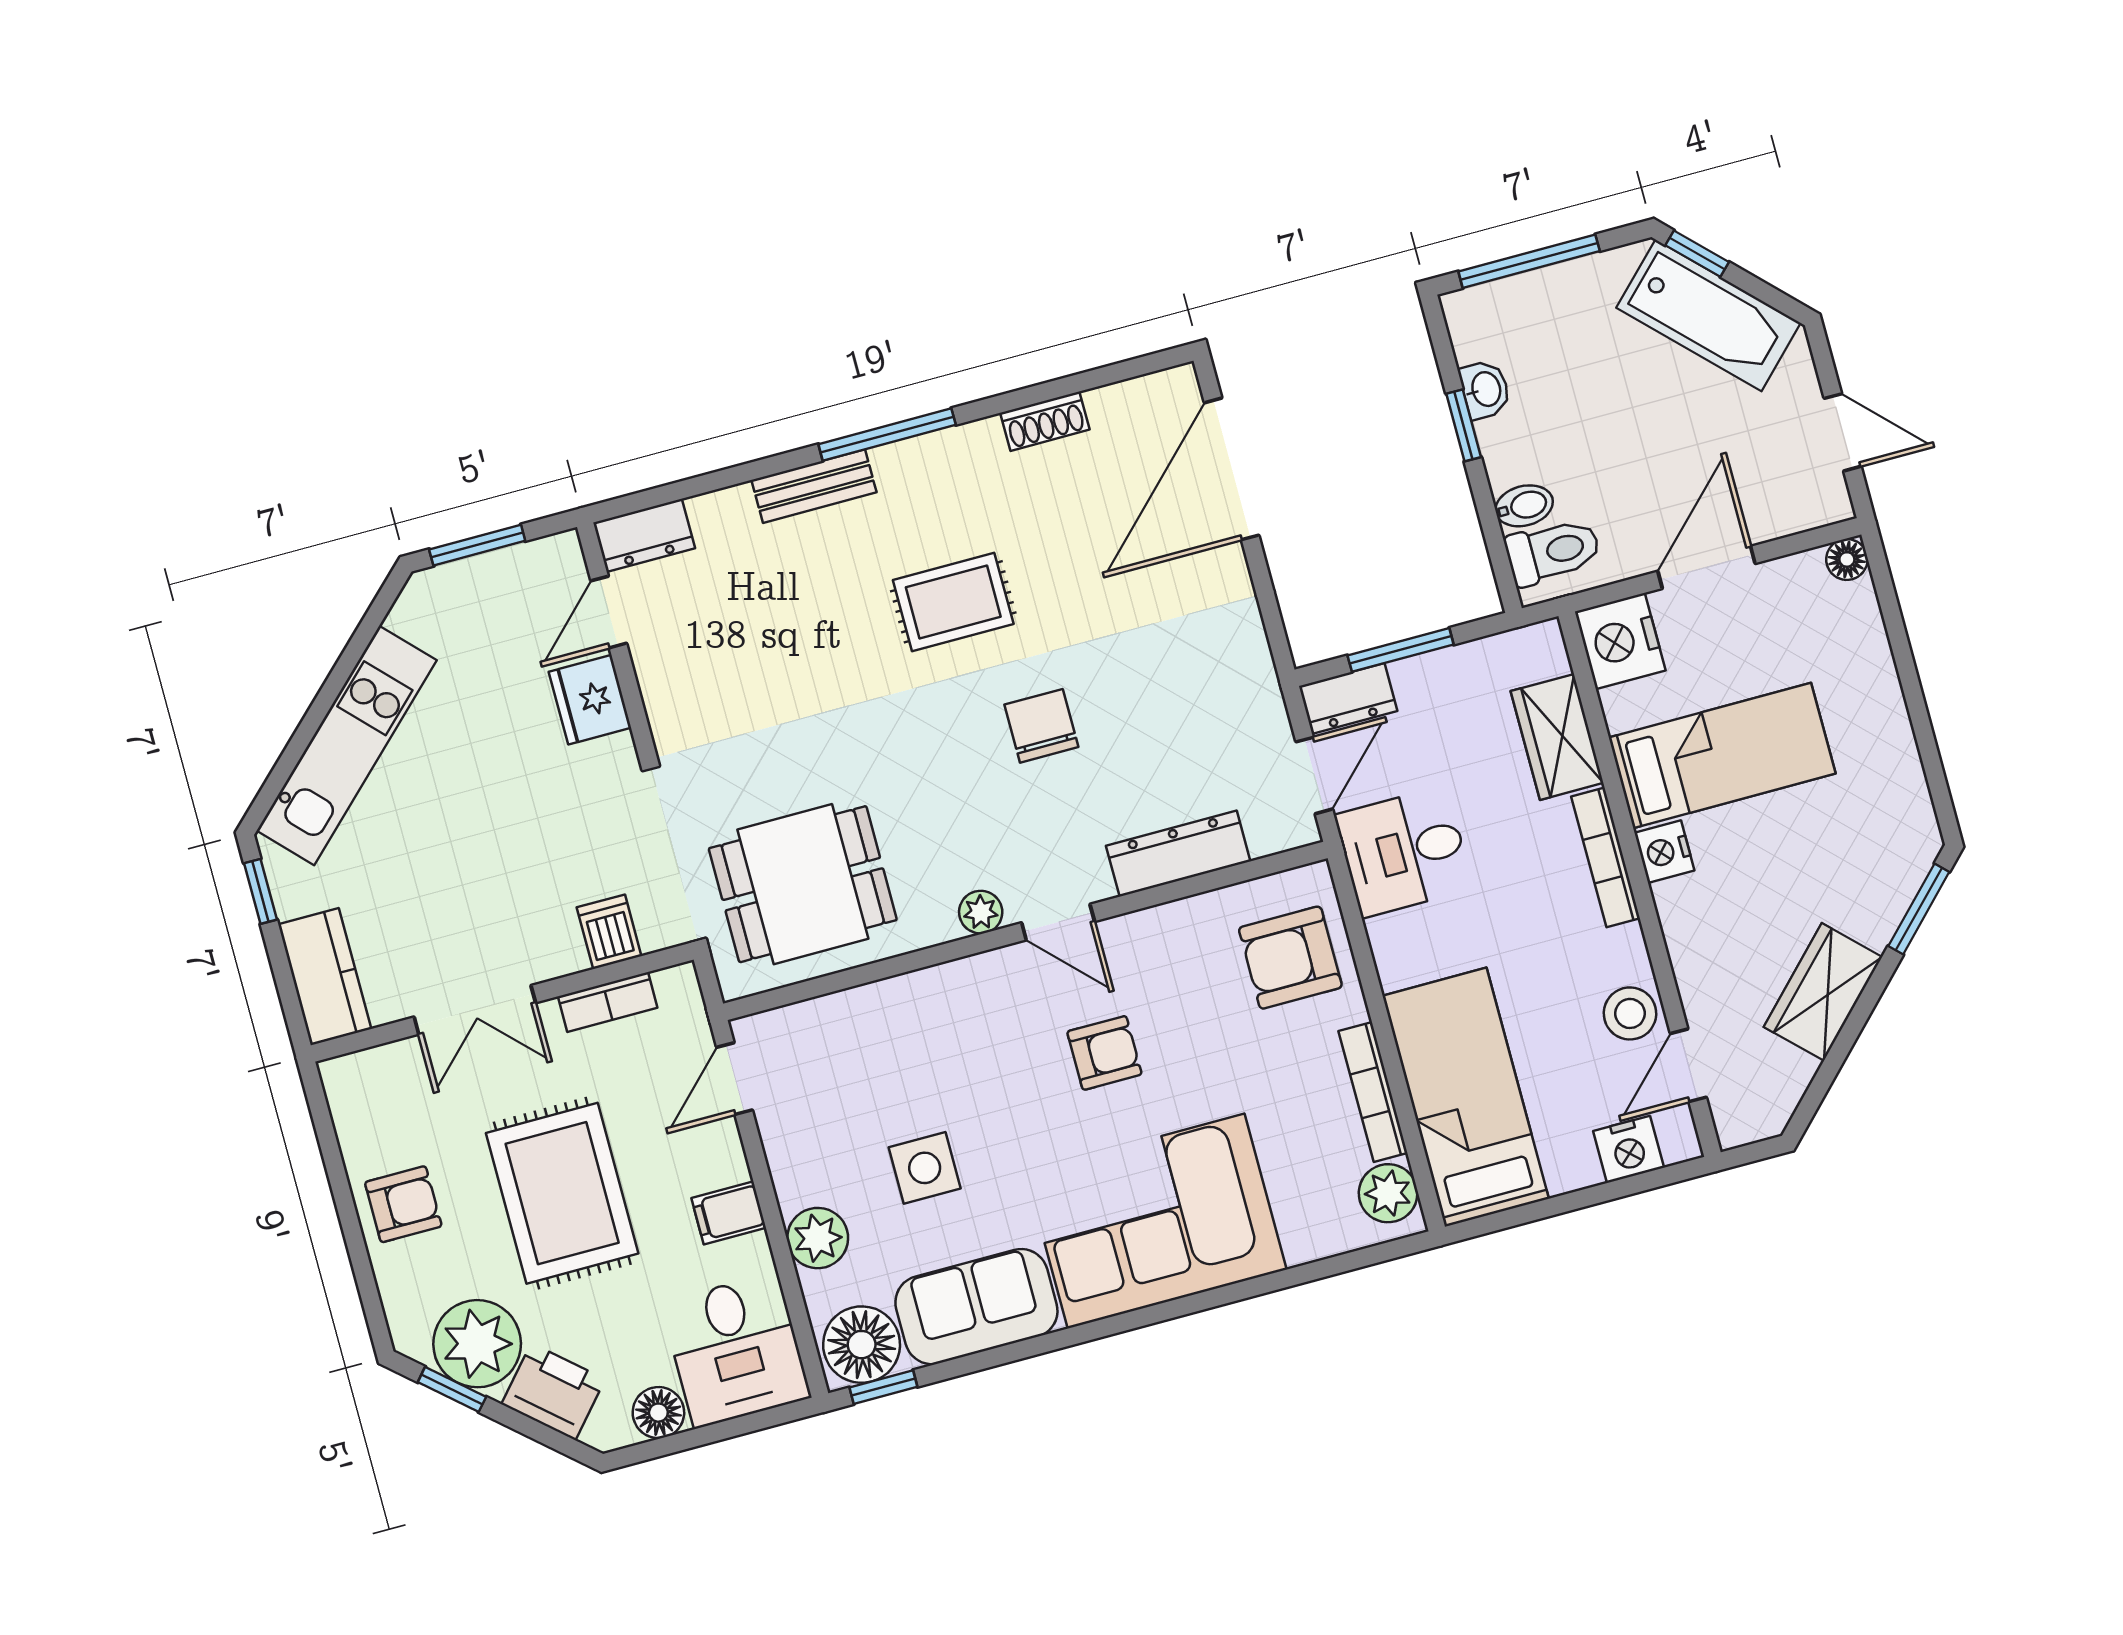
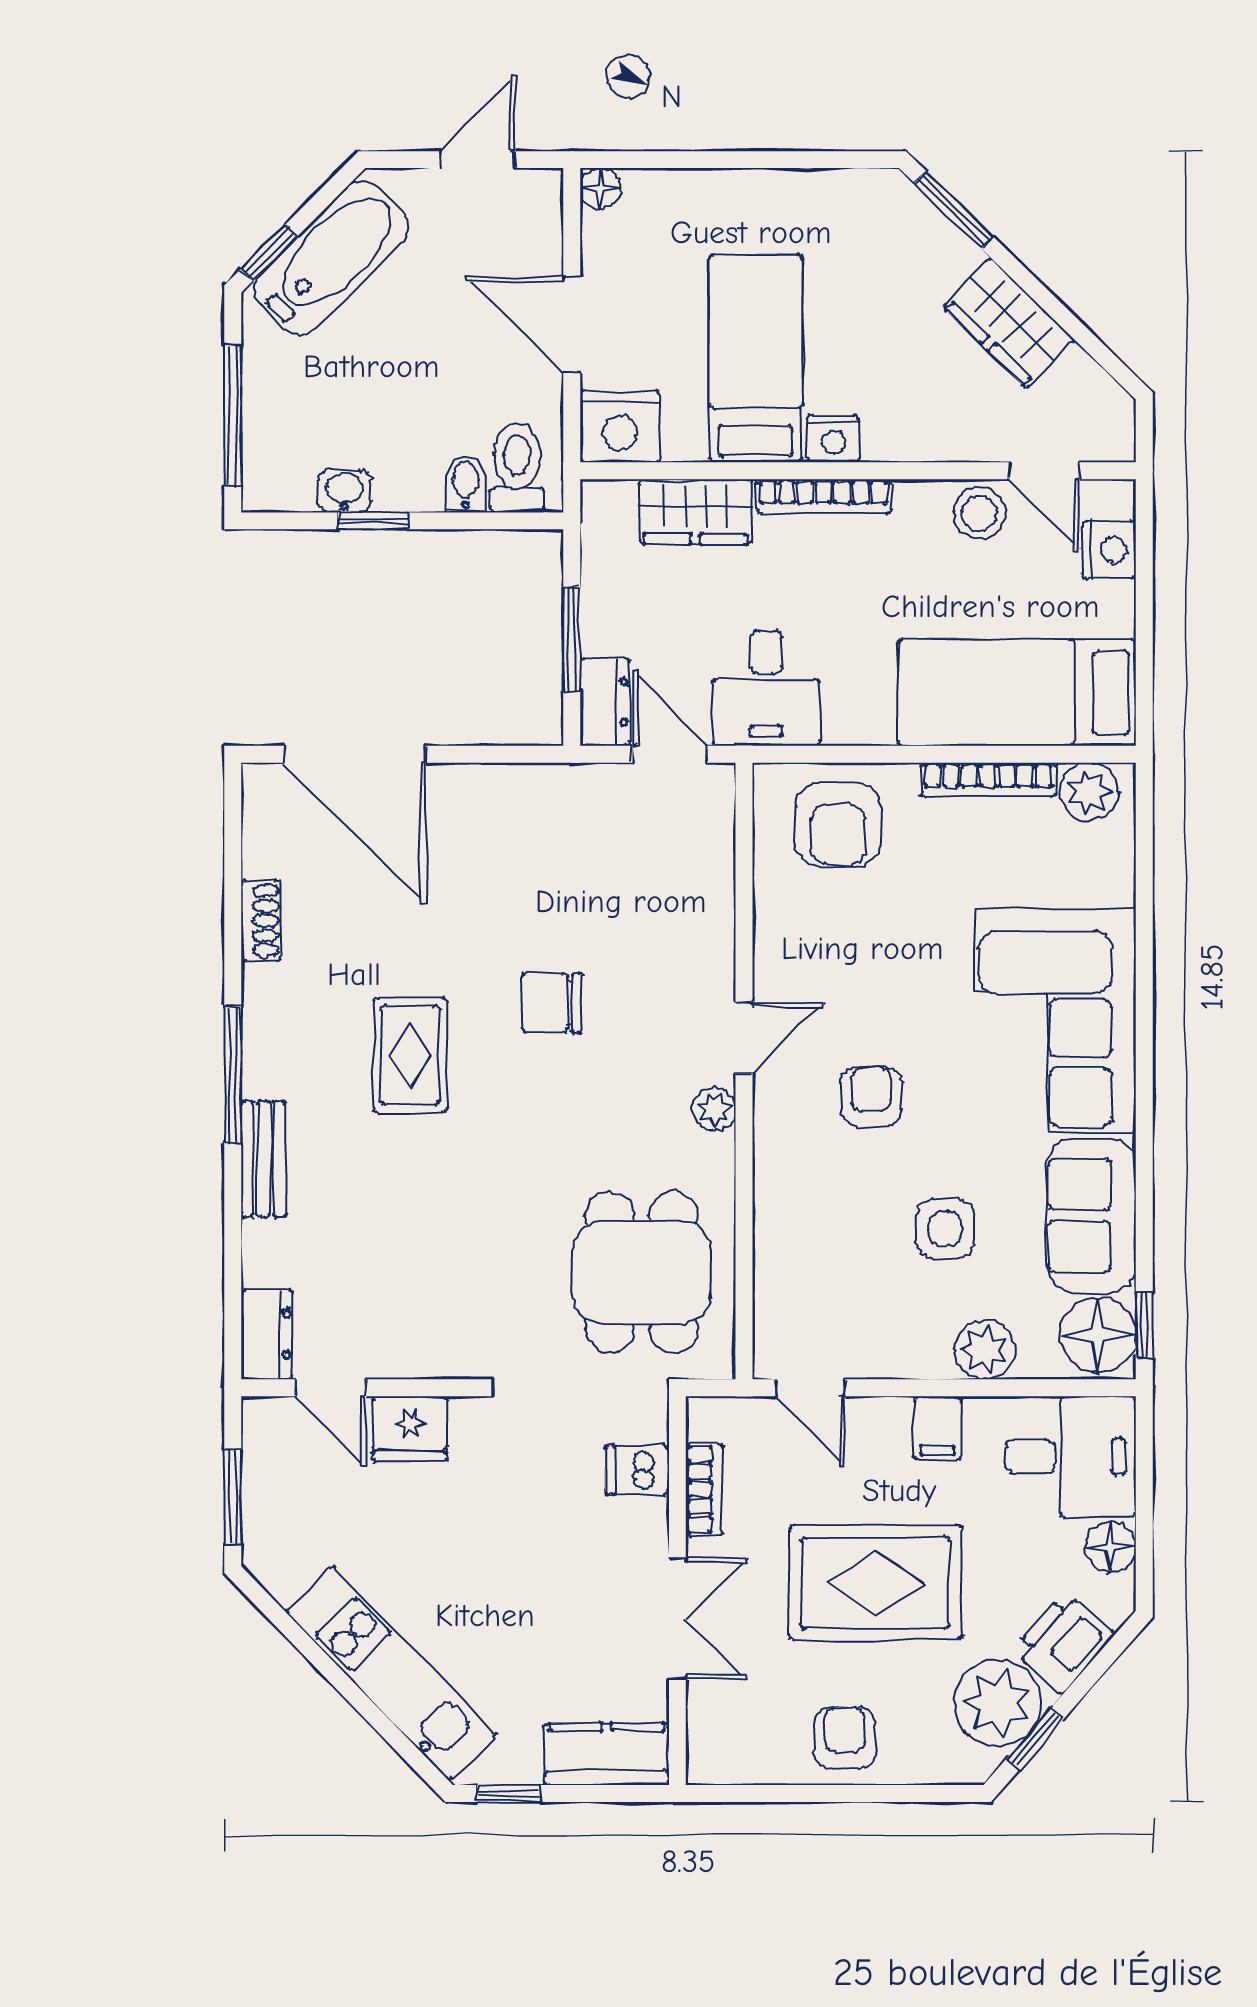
dresser: (1178, 854) -> (709, 905), removed
armchair: (1104, 1053) -> (871, 1097), moved

